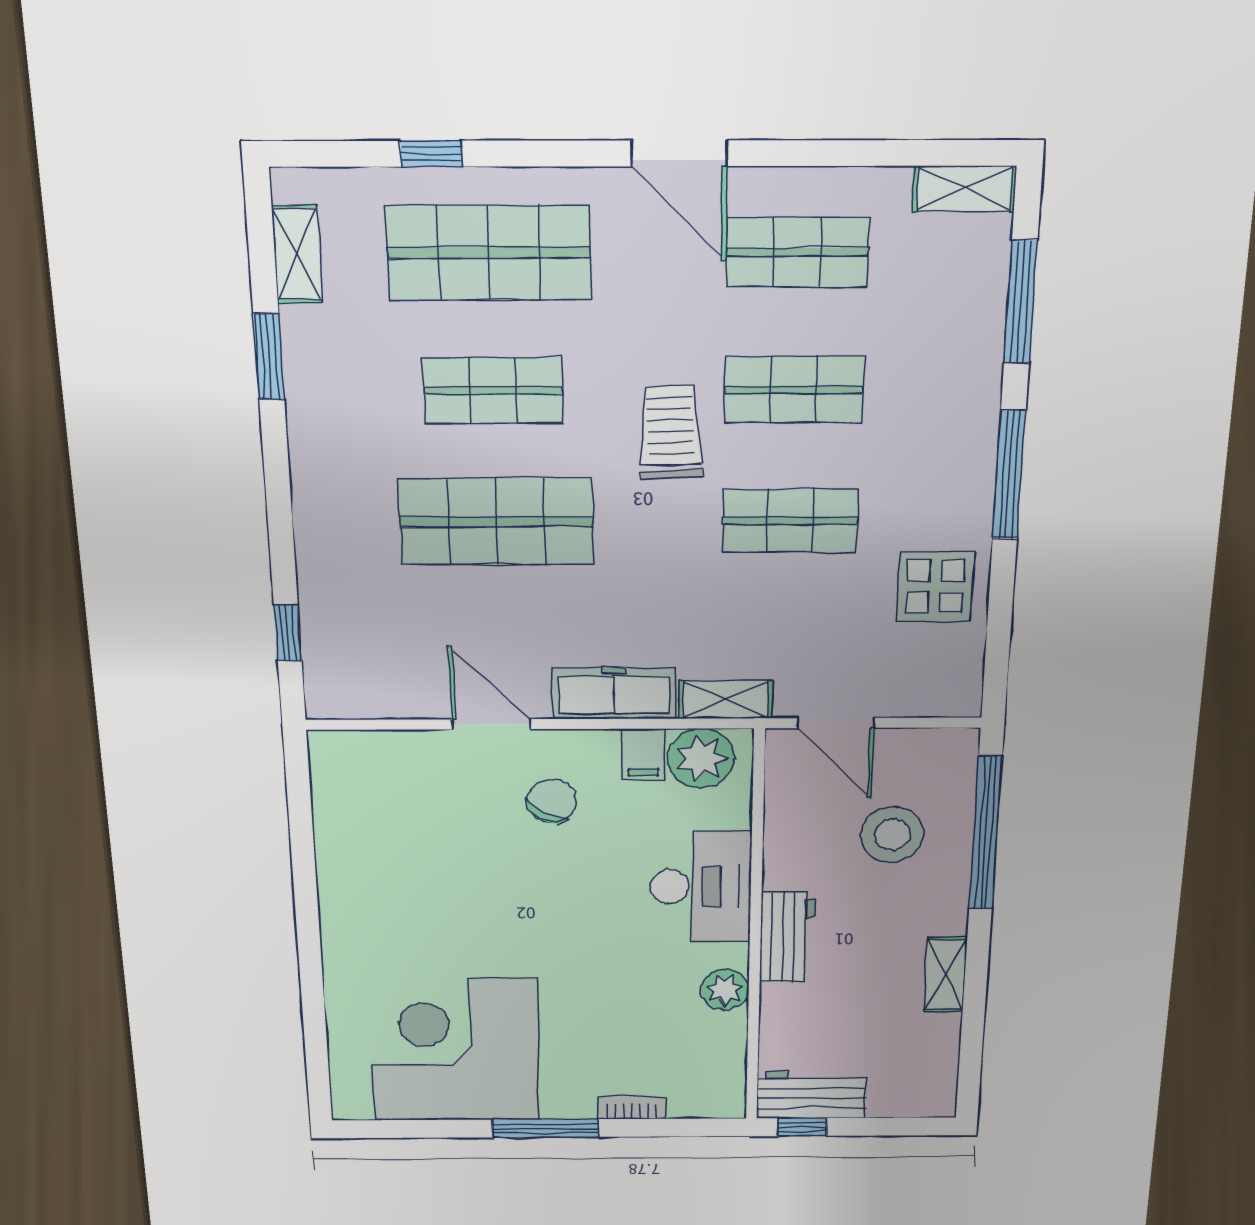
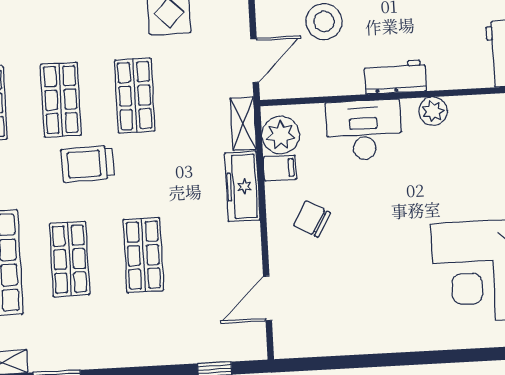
shop shelf: (497, 522) -> (143, 255), width x0.70, depth x0.74
door: (491, 724) -> (268, 298), moved

